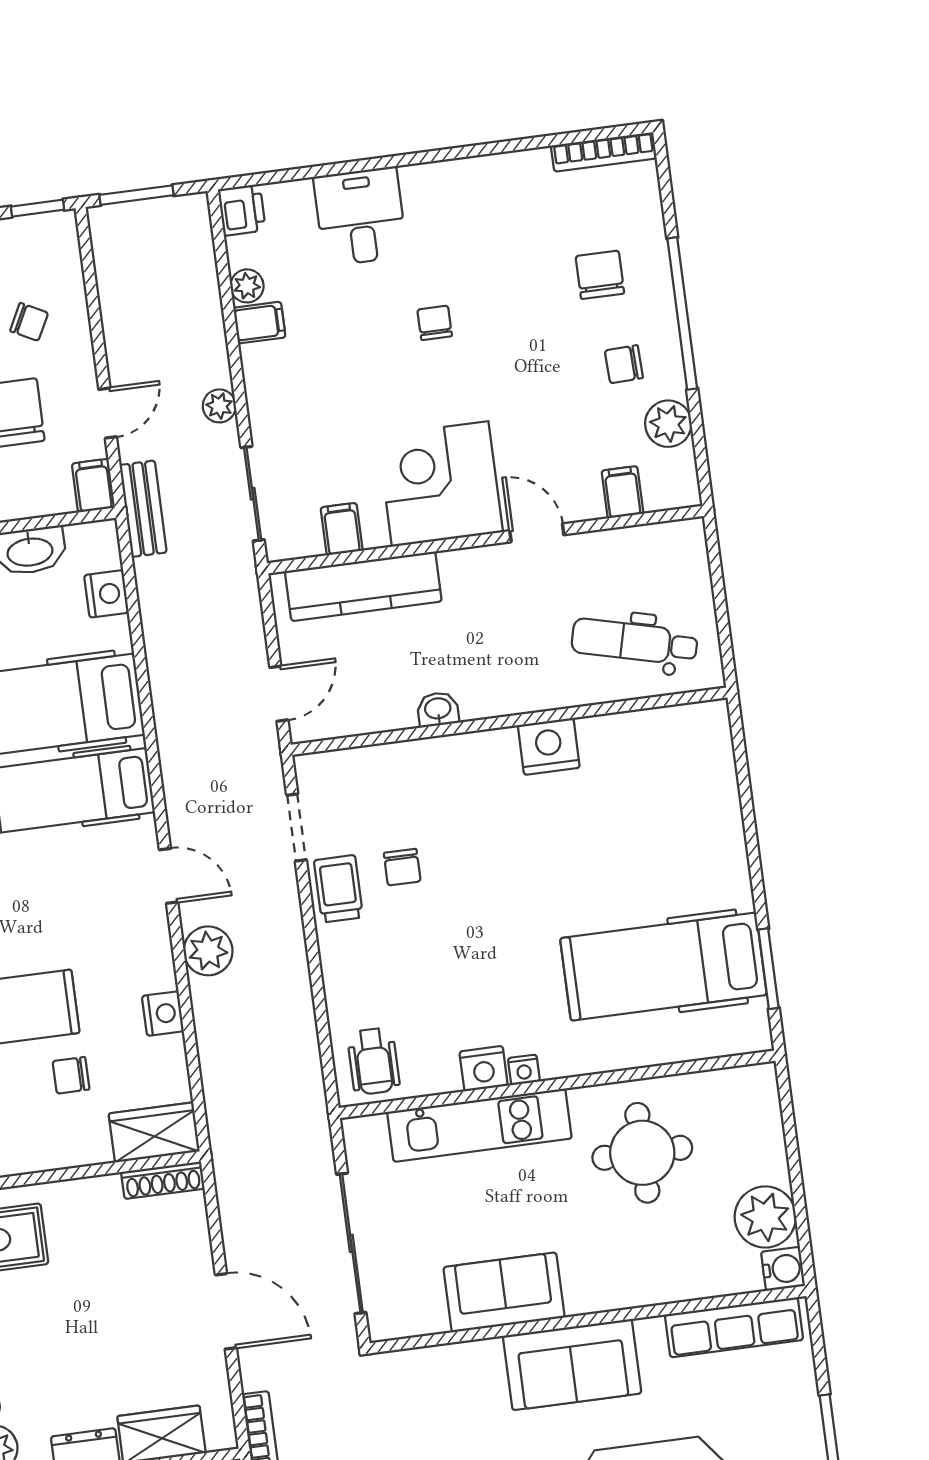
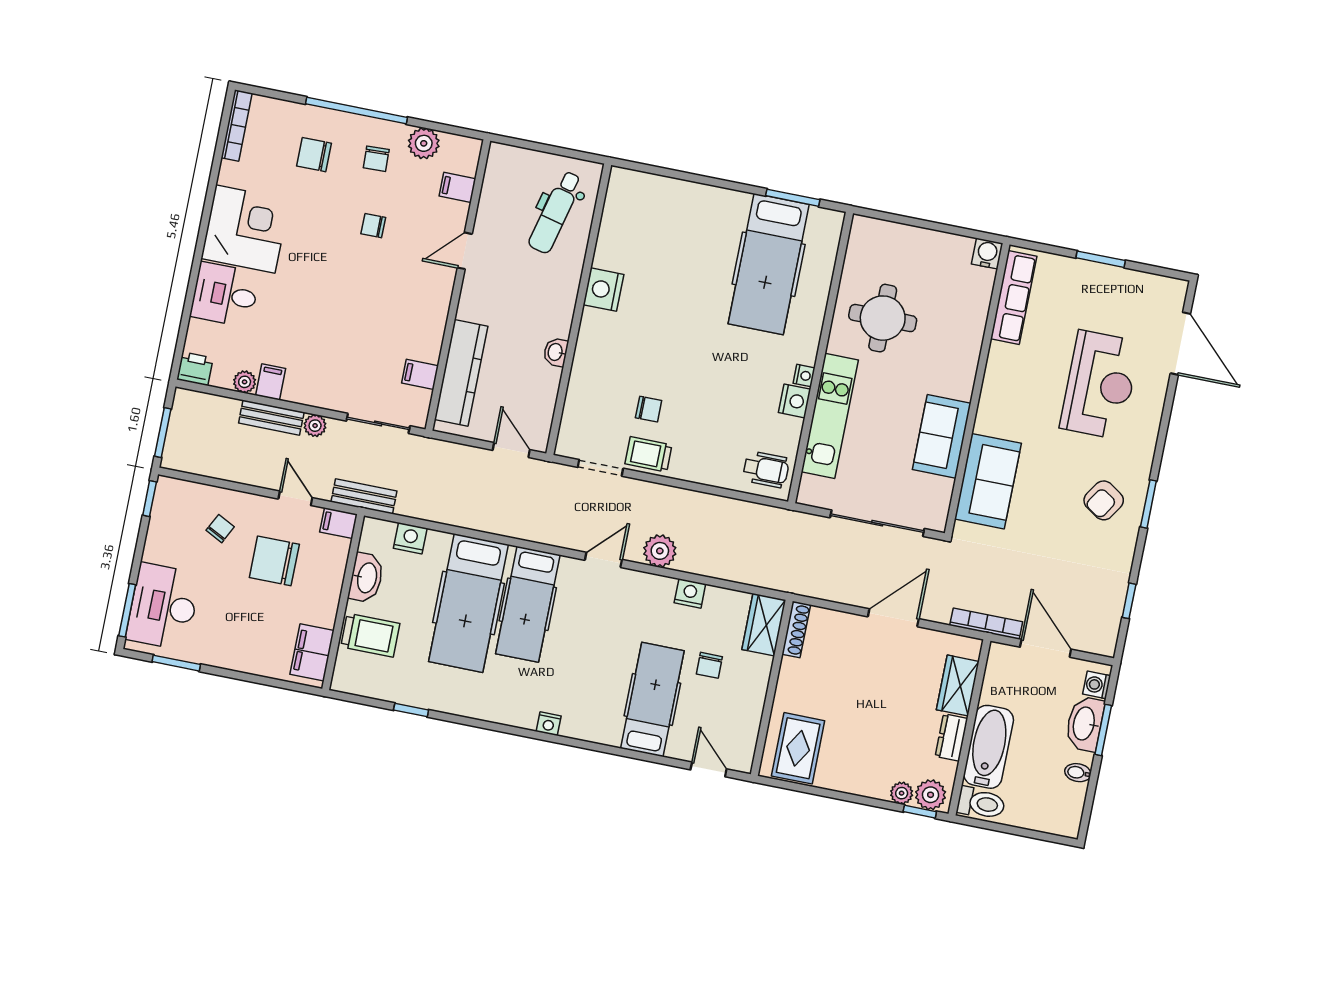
chair: (435, 323) -> (373, 226), moved
bench: (210, 341) -> (271, 418), added
corner desk: (440, 484) -> (245, 229), moved, turned 180
plant: (765, 1217) -> (950, 254), removed
sofa: (572, 1365) -> (988, 481), moved

